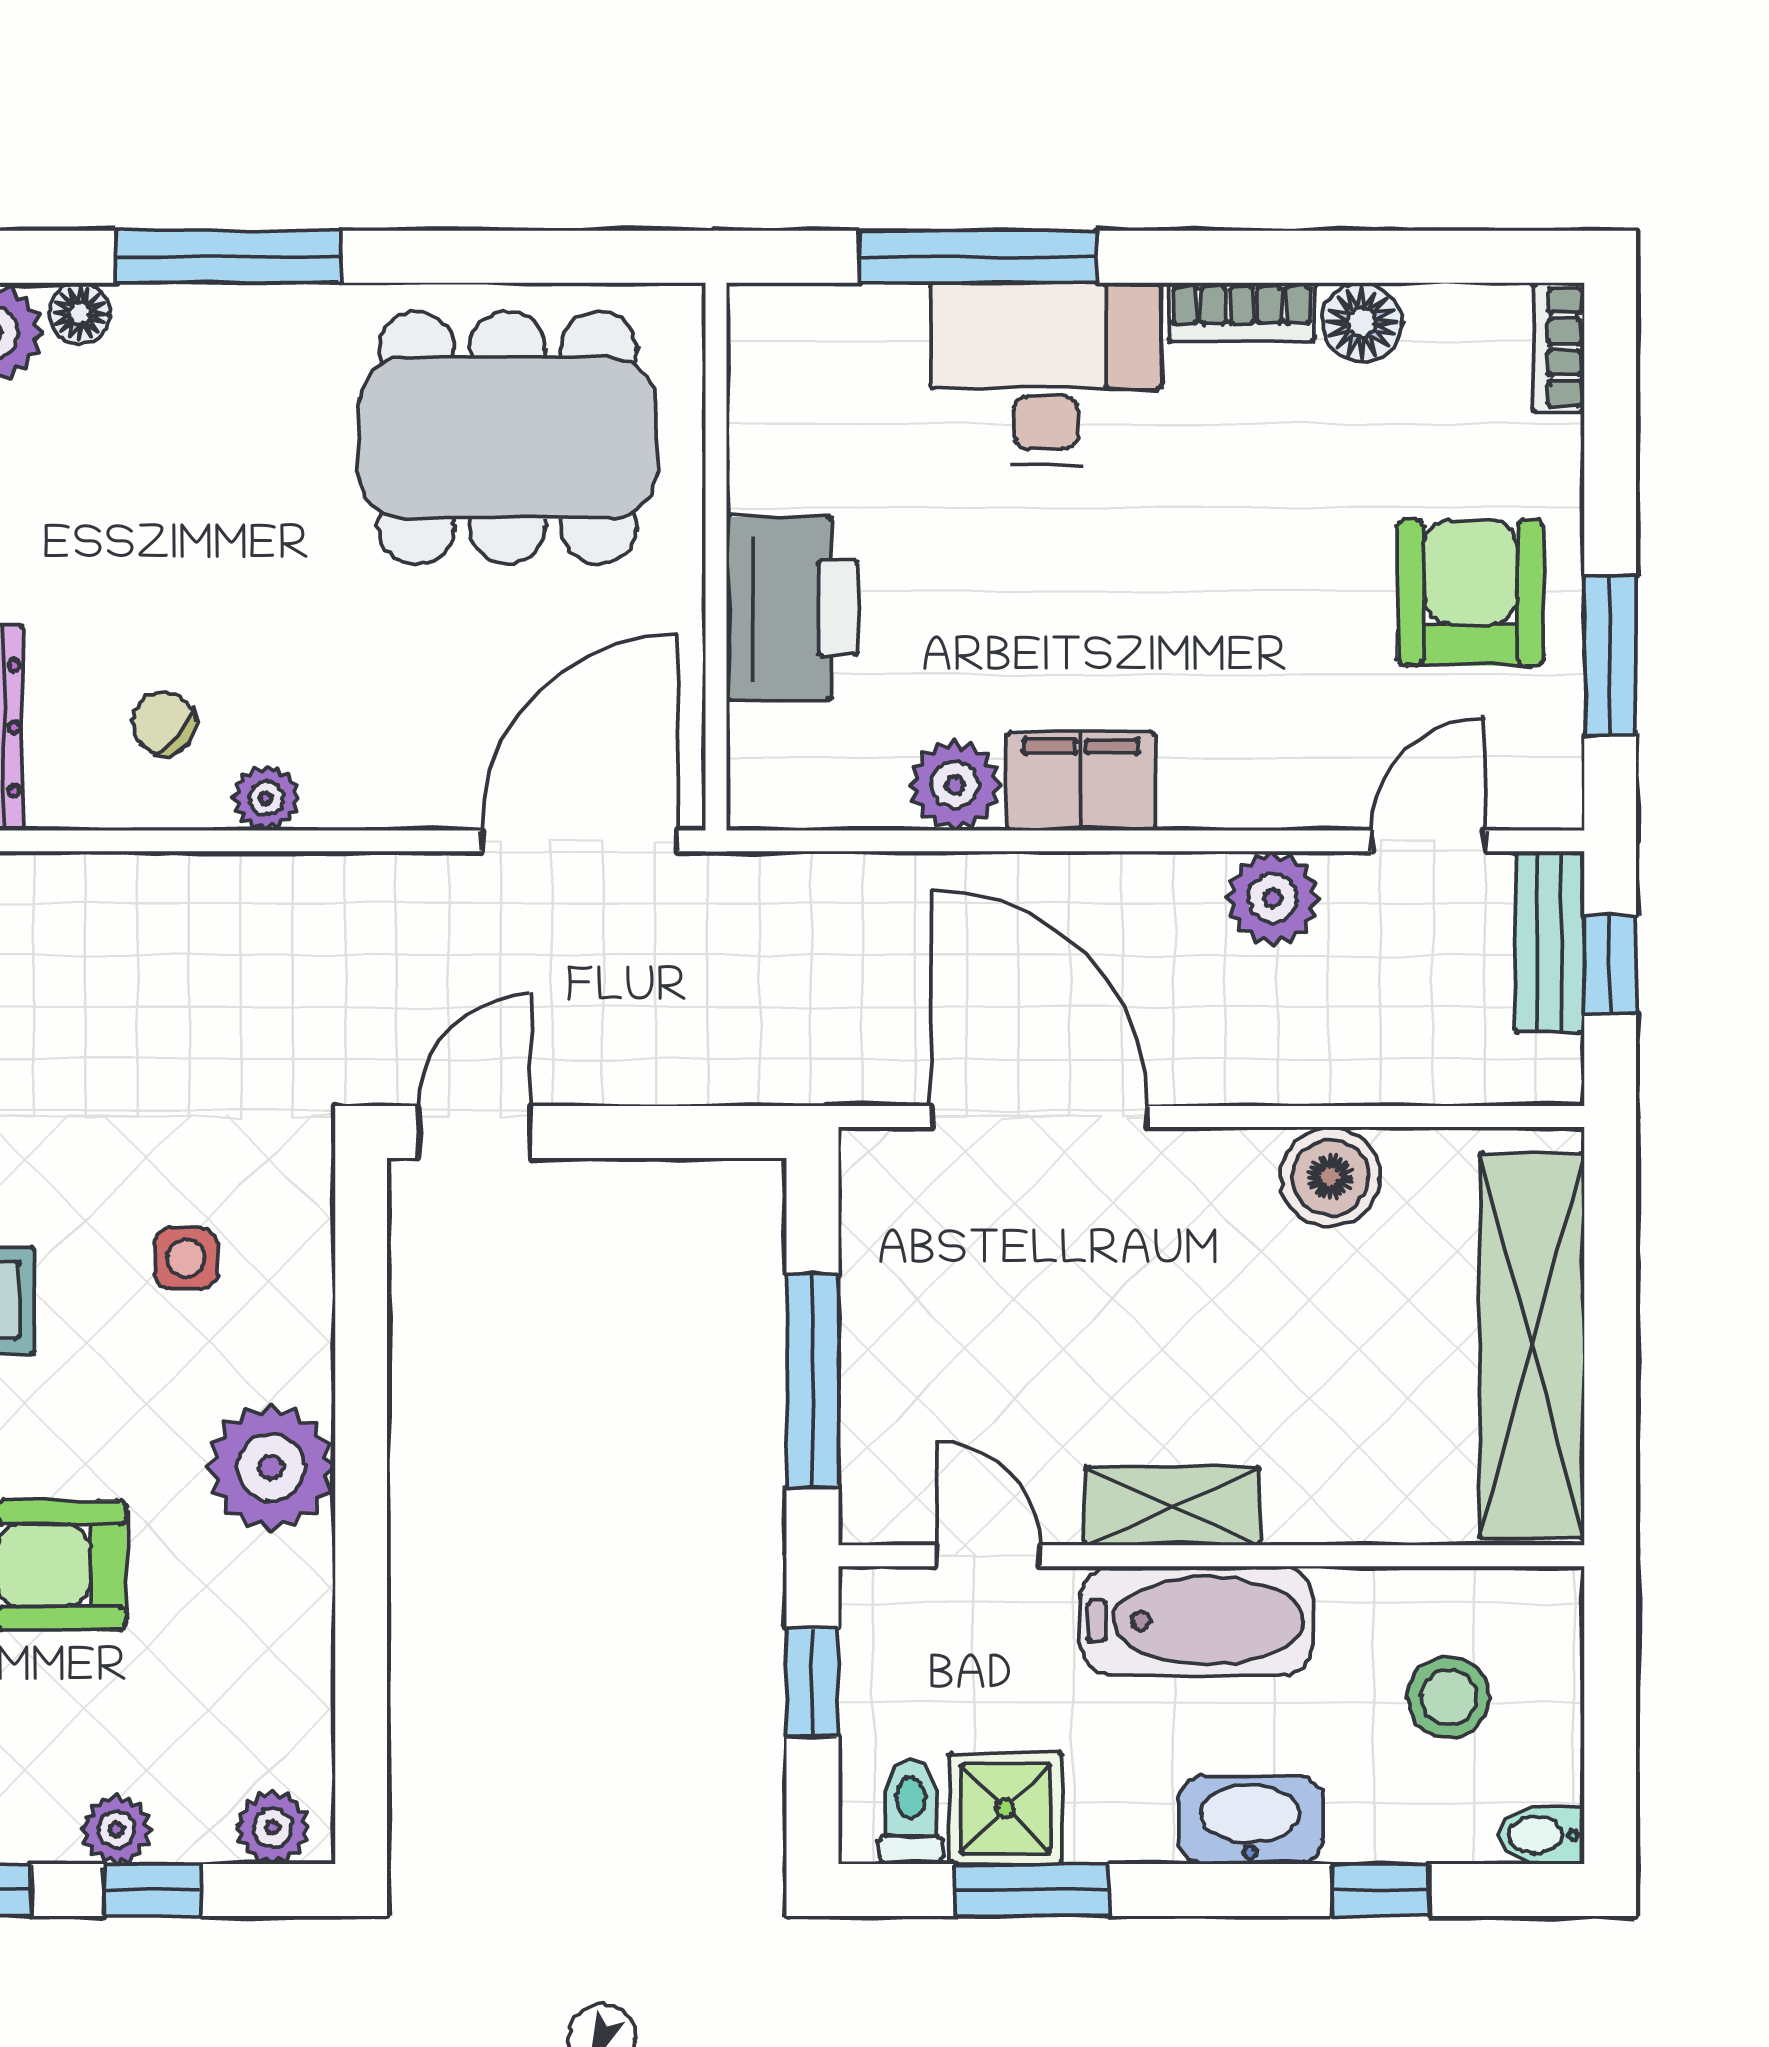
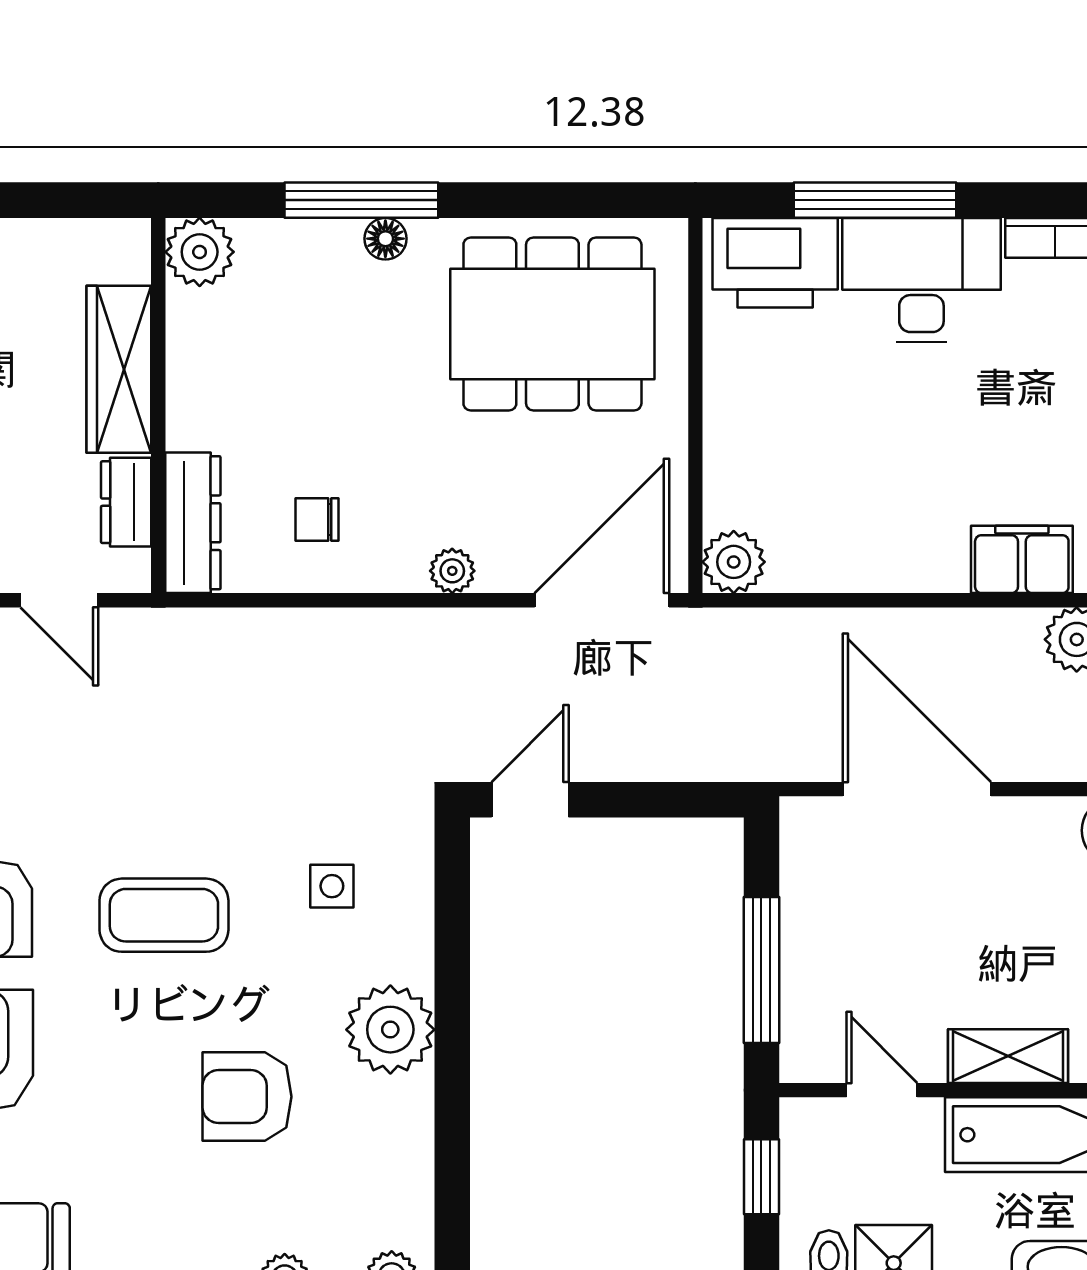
floor lamp: (80, 313) -> (385, 239), moved
printer: (792, 608) -> (775, 263), moved, turned 90
chair: (164, 723) -> (317, 519), turned -40
filing cabinet: (1081, 781) -> (1022, 559), moved
plant: (955, 785) -> (734, 562), moved
plant: (266, 798) -> (452, 571), moved

